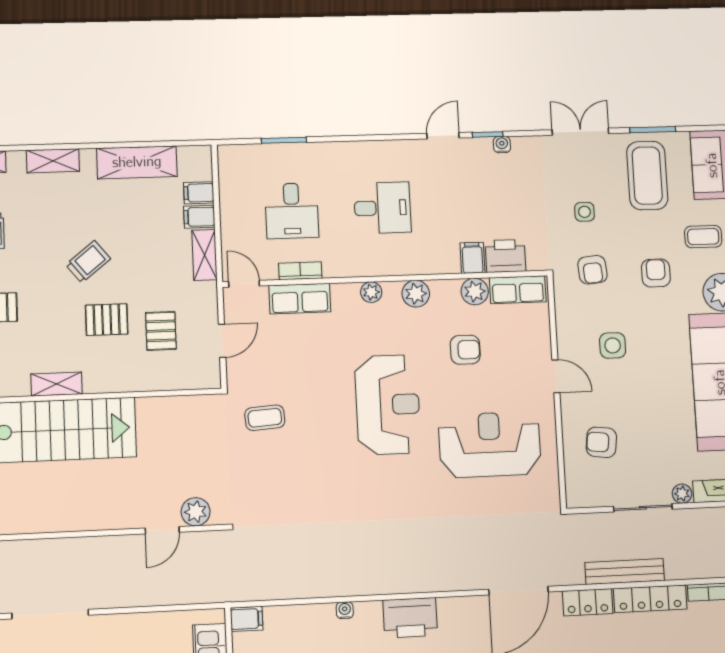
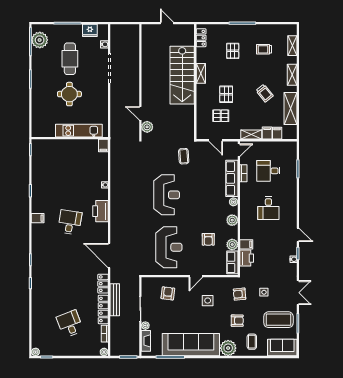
trolley: (88, 262) -> (265, 93), moved
row of seats: (300, 299) -> (232, 178), width x1.48
reception desk: (388, 405) -> (167, 195), moved, turned -90

